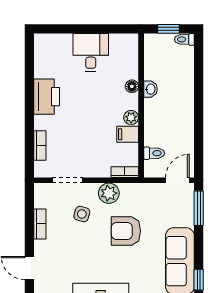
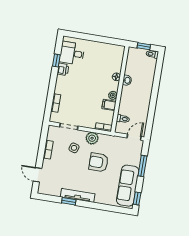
desk: (91, 52) -> (72, 53), moved, turned -90
window: (29, 76) -> (56, 60), added
printer: (47, 97) -> (63, 69), width x0.53, depth x0.68
window: (199, 208) -> (142, 166), moved

